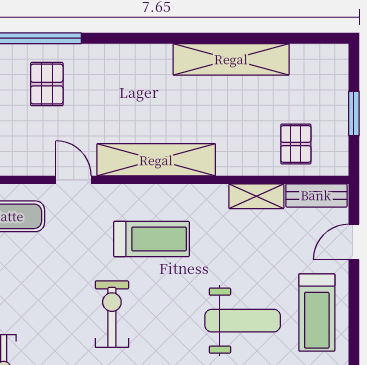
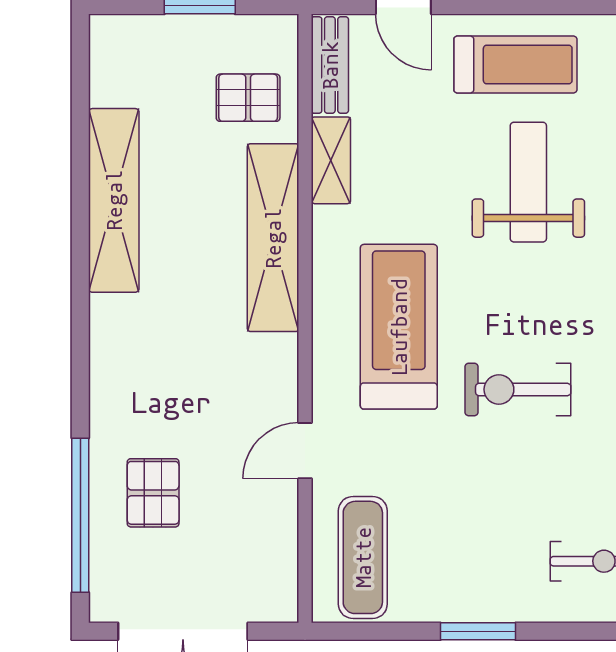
pallet: (47, 84) -> (153, 493), turned 90
shelving: (156, 160) -> (273, 238), moved
treadmill: (151, 239) -> (399, 327), width x1.37, depth x1.38

